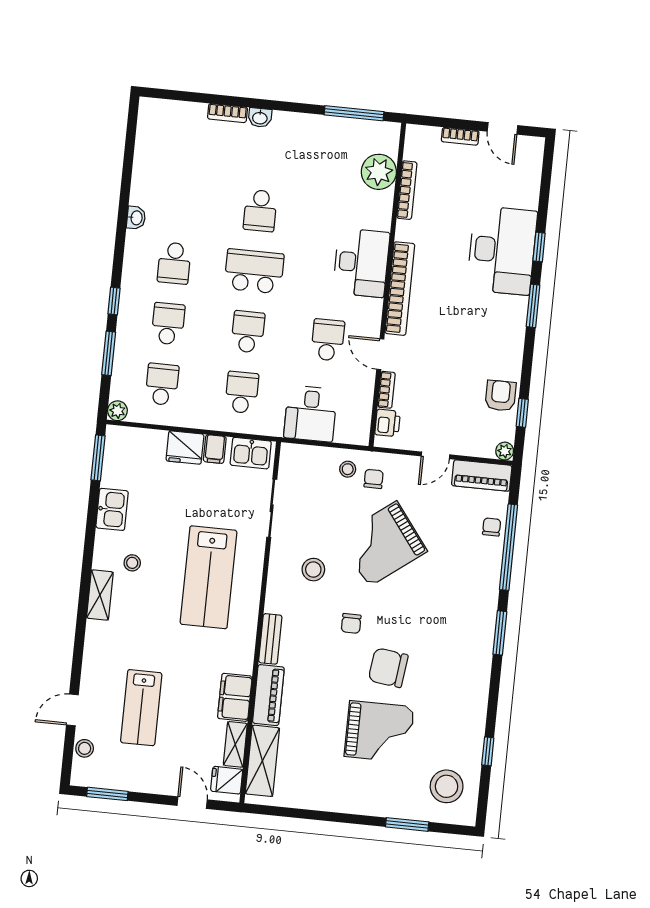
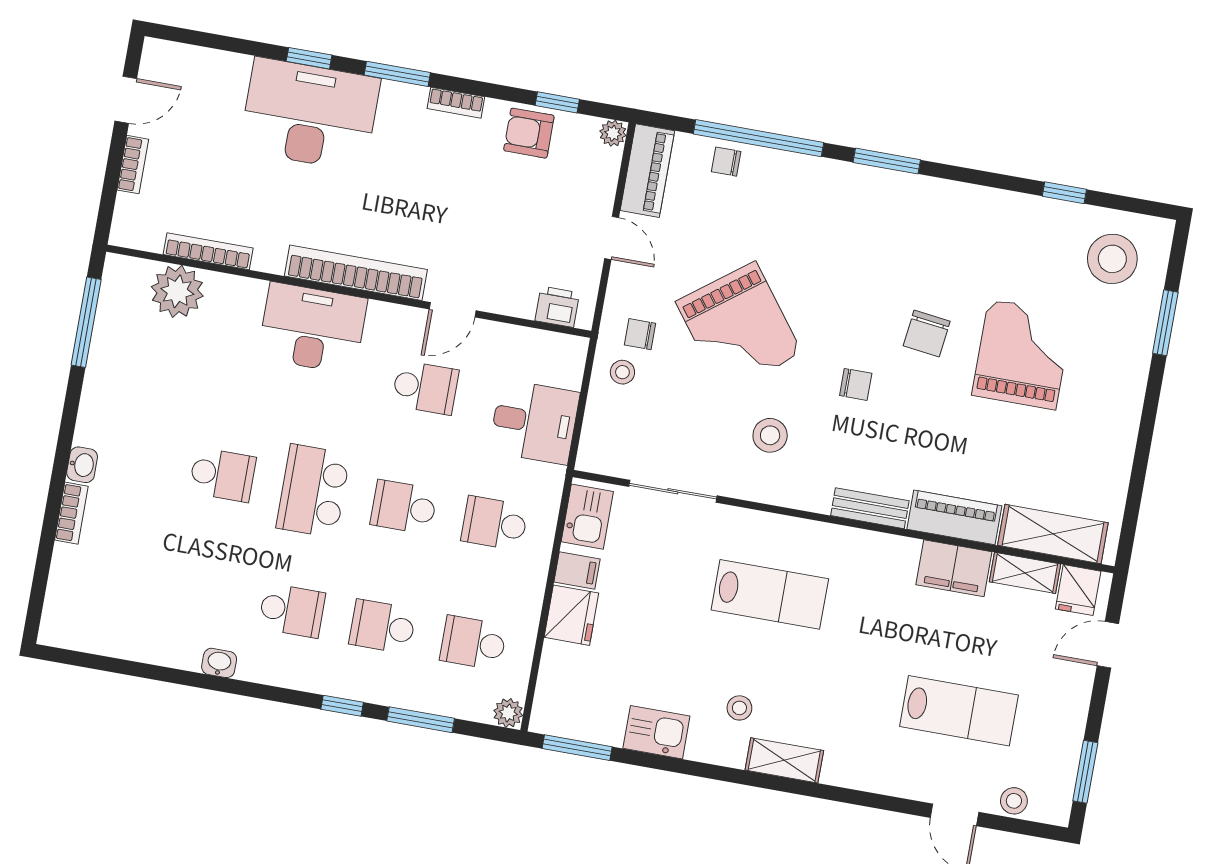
school desk: (328, 340) -> (425, 388), turned 180
bookcase: (386, 390) -> (456, 103), moved, turned 180
lab bench: (209, 577) -> (770, 594), width x0.73, depth x0.72
chair: (388, 668) -> (927, 334), width x0.73, depth x0.73

